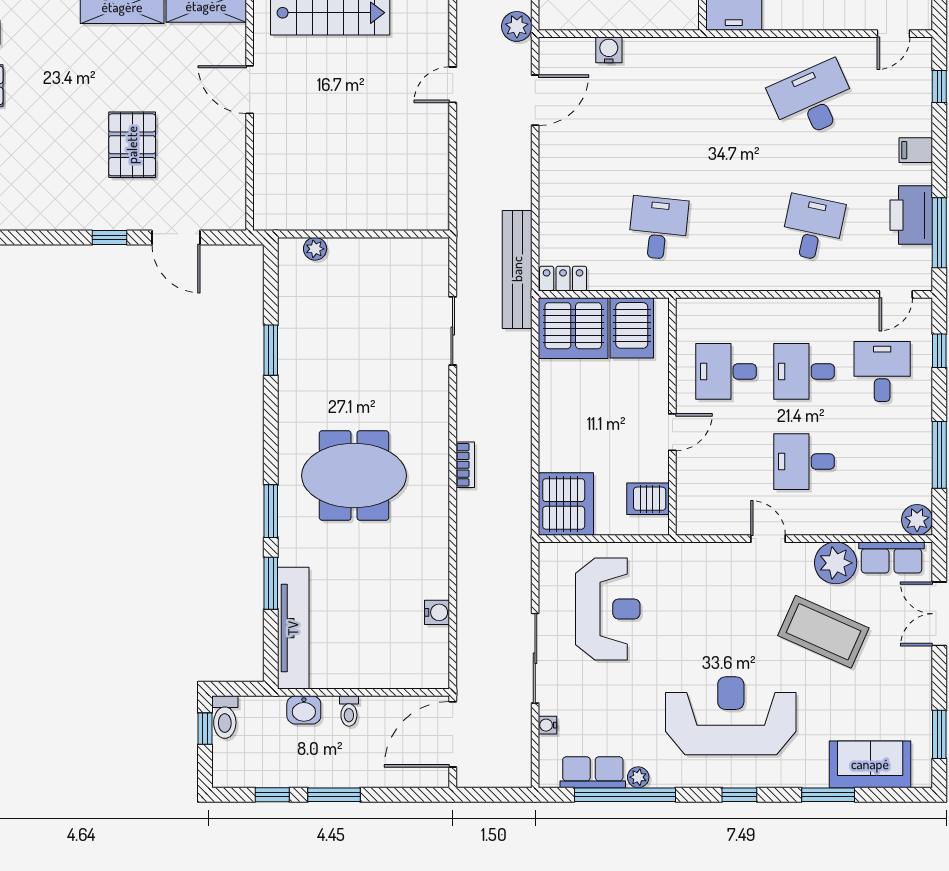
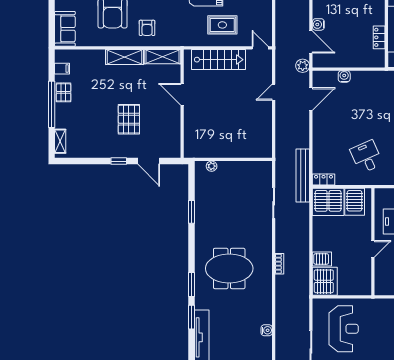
desk: (658, 228) -> (366, 157), turned -30
server rack: (648, 499) -> (322, 259), moved, turned 180

